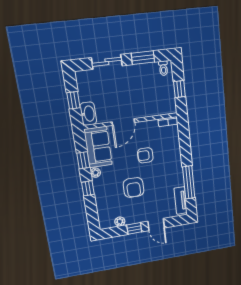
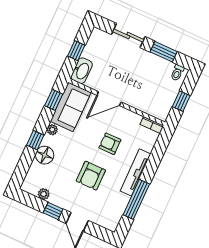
window: (83, 160) -> (54, 100), moved
armchair: (134, 187) -> (91, 176), moved
floor lamp: (102, 194) -> (45, 155), added
tv unit: (181, 200) -> (135, 172), moved, width x1.41

